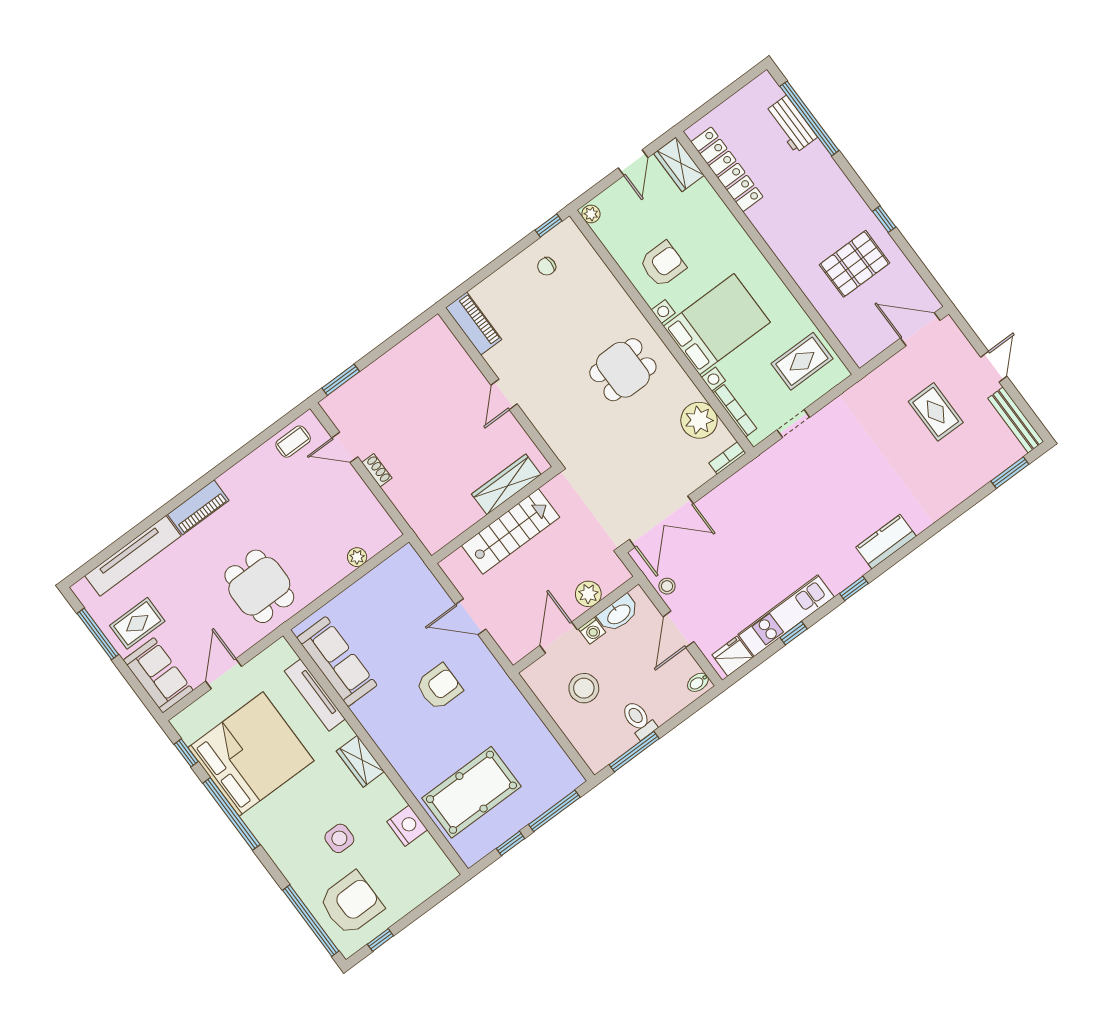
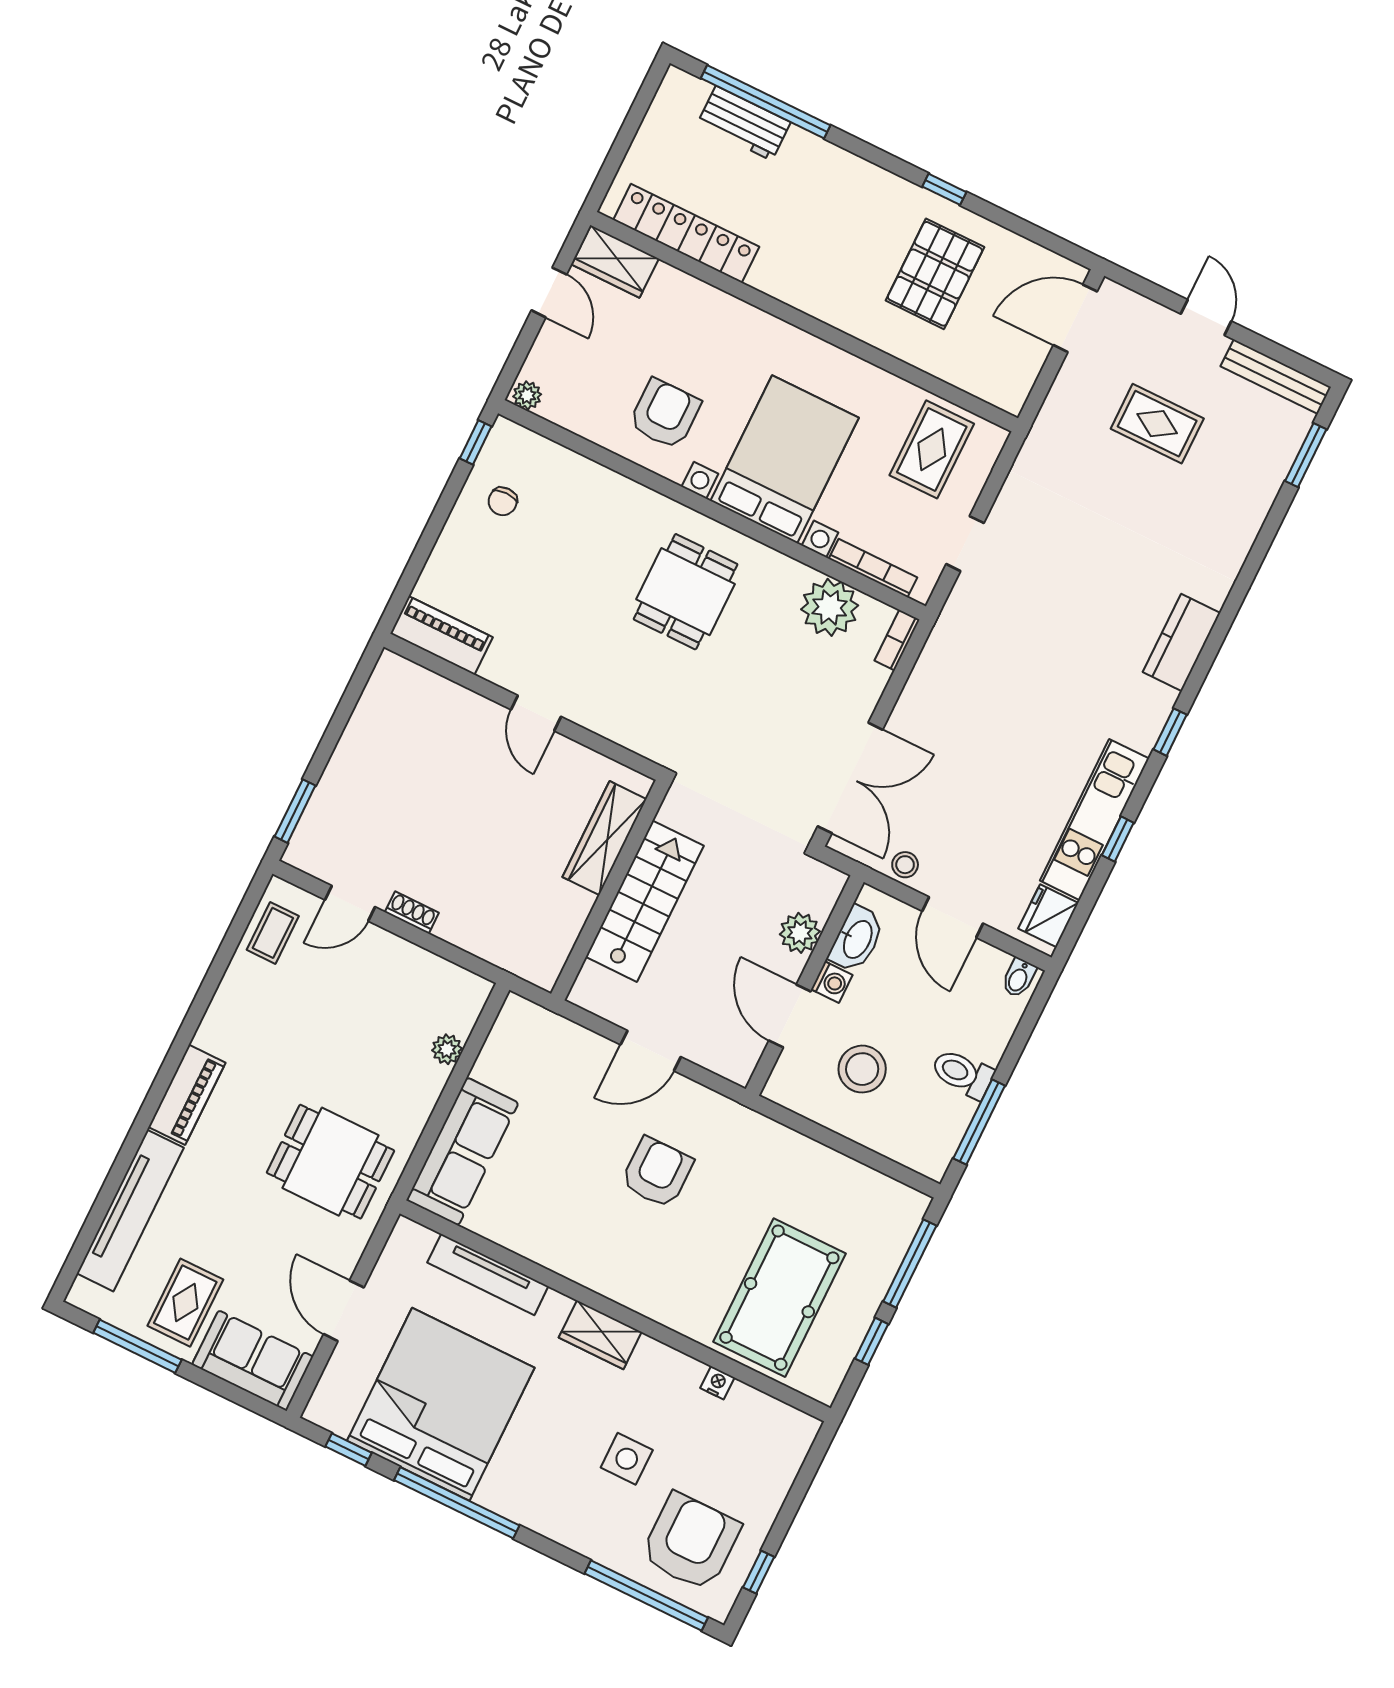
sofa: (337, 661) -> (462, 1151), moved, turned 90
nightstand: (407, 826) -> (717, 1383), width x0.53, depth x0.56

